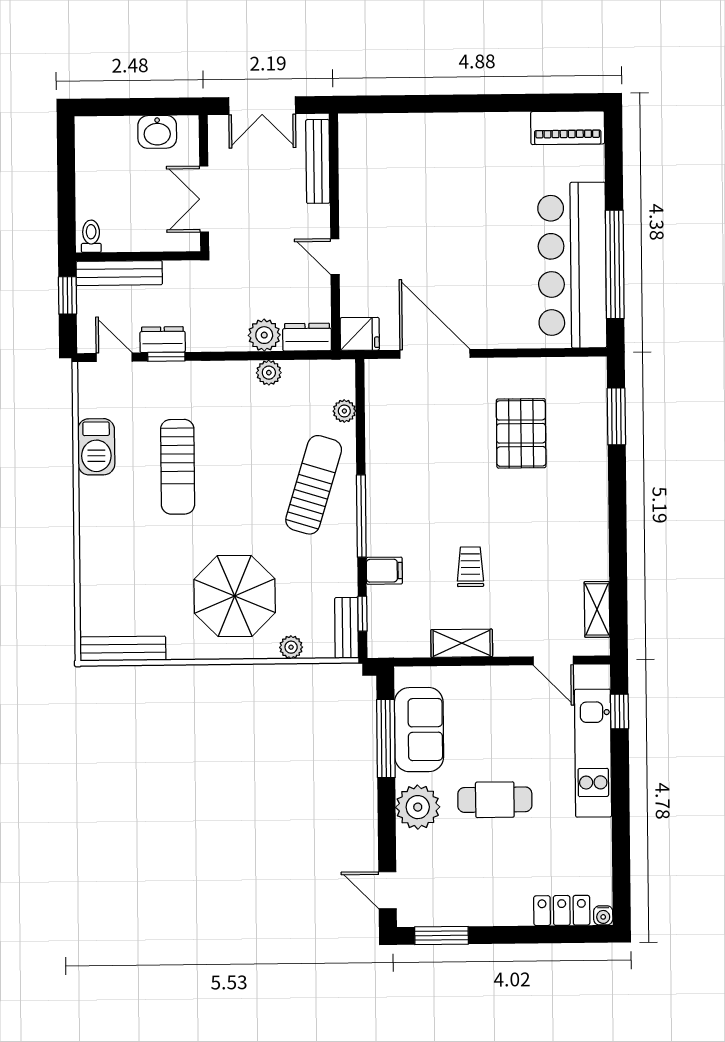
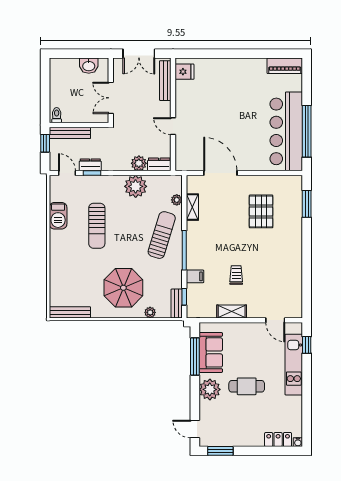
fridge: (360, 334) -> (184, 72), moved
plant: (269, 373) -> (136, 186), width x1.88, depth x1.88
shelving: (597, 609) -> (192, 207), moved

